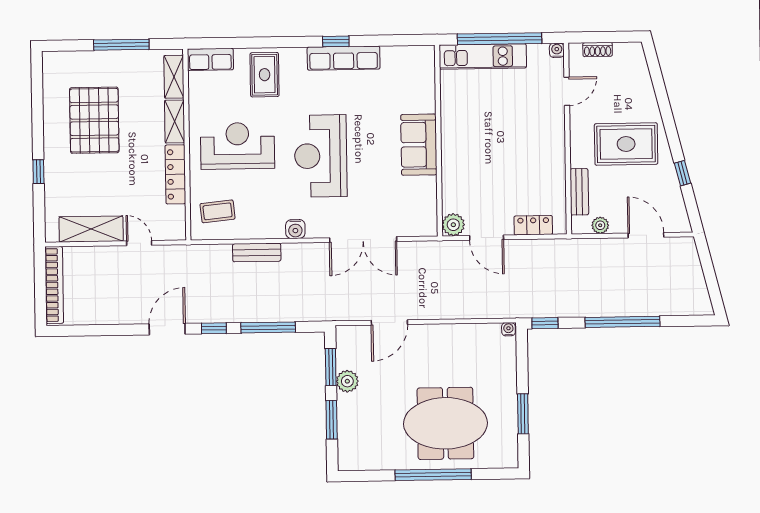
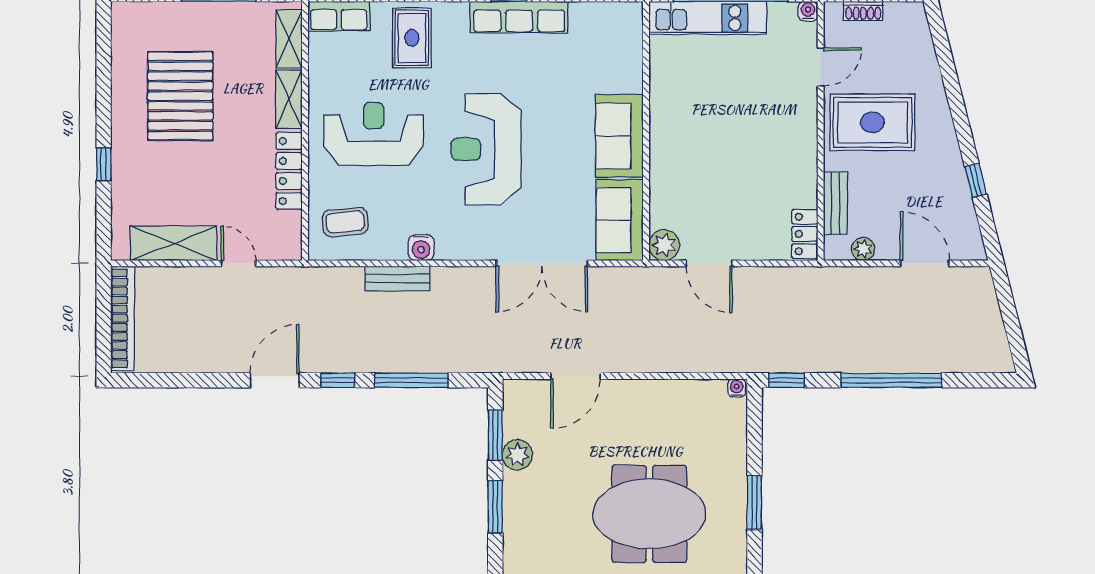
rug: (626, 144) -> (872, 122), moved
sofa: (420, 207) -> (620, 220), added
locker: (533, 225) -> (805, 234), moved, turned -90
water cooler: (295, 229) -> (421, 248), moved

